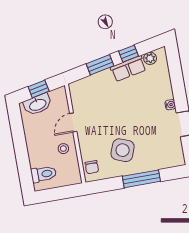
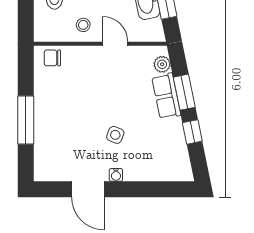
plant: (150, 58) -> (162, 64), moved
row of seats: (128, 69) -> (166, 96), moved
side table: (123, 150) -> (115, 135), moved, width x0.54, depth x0.54

